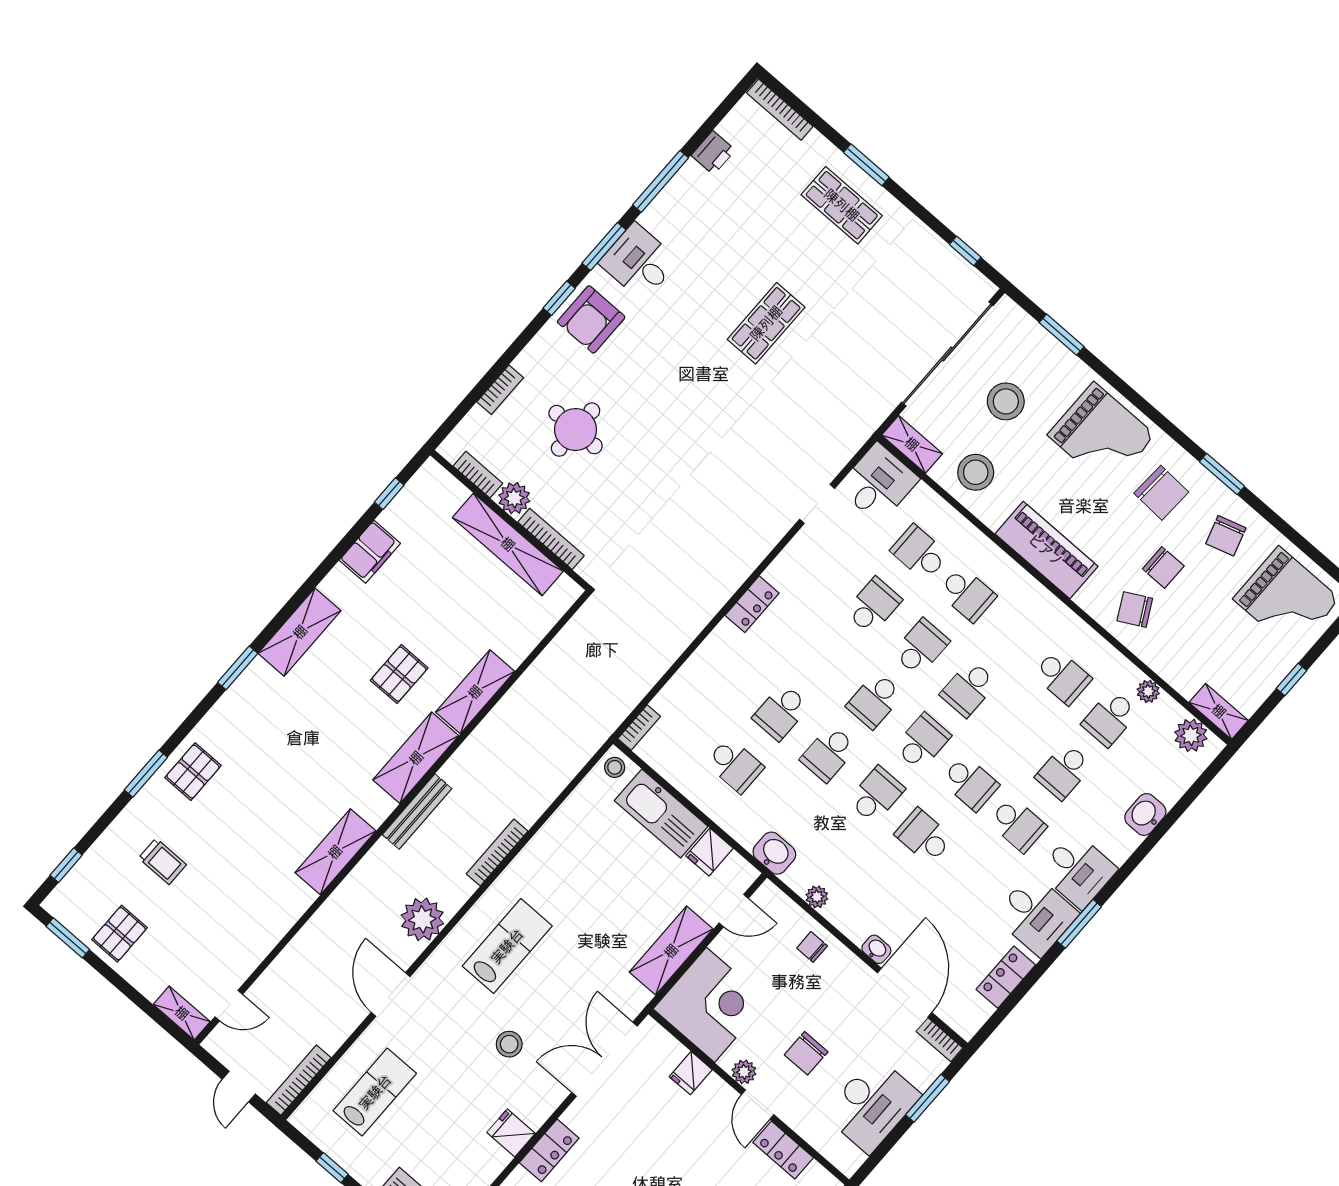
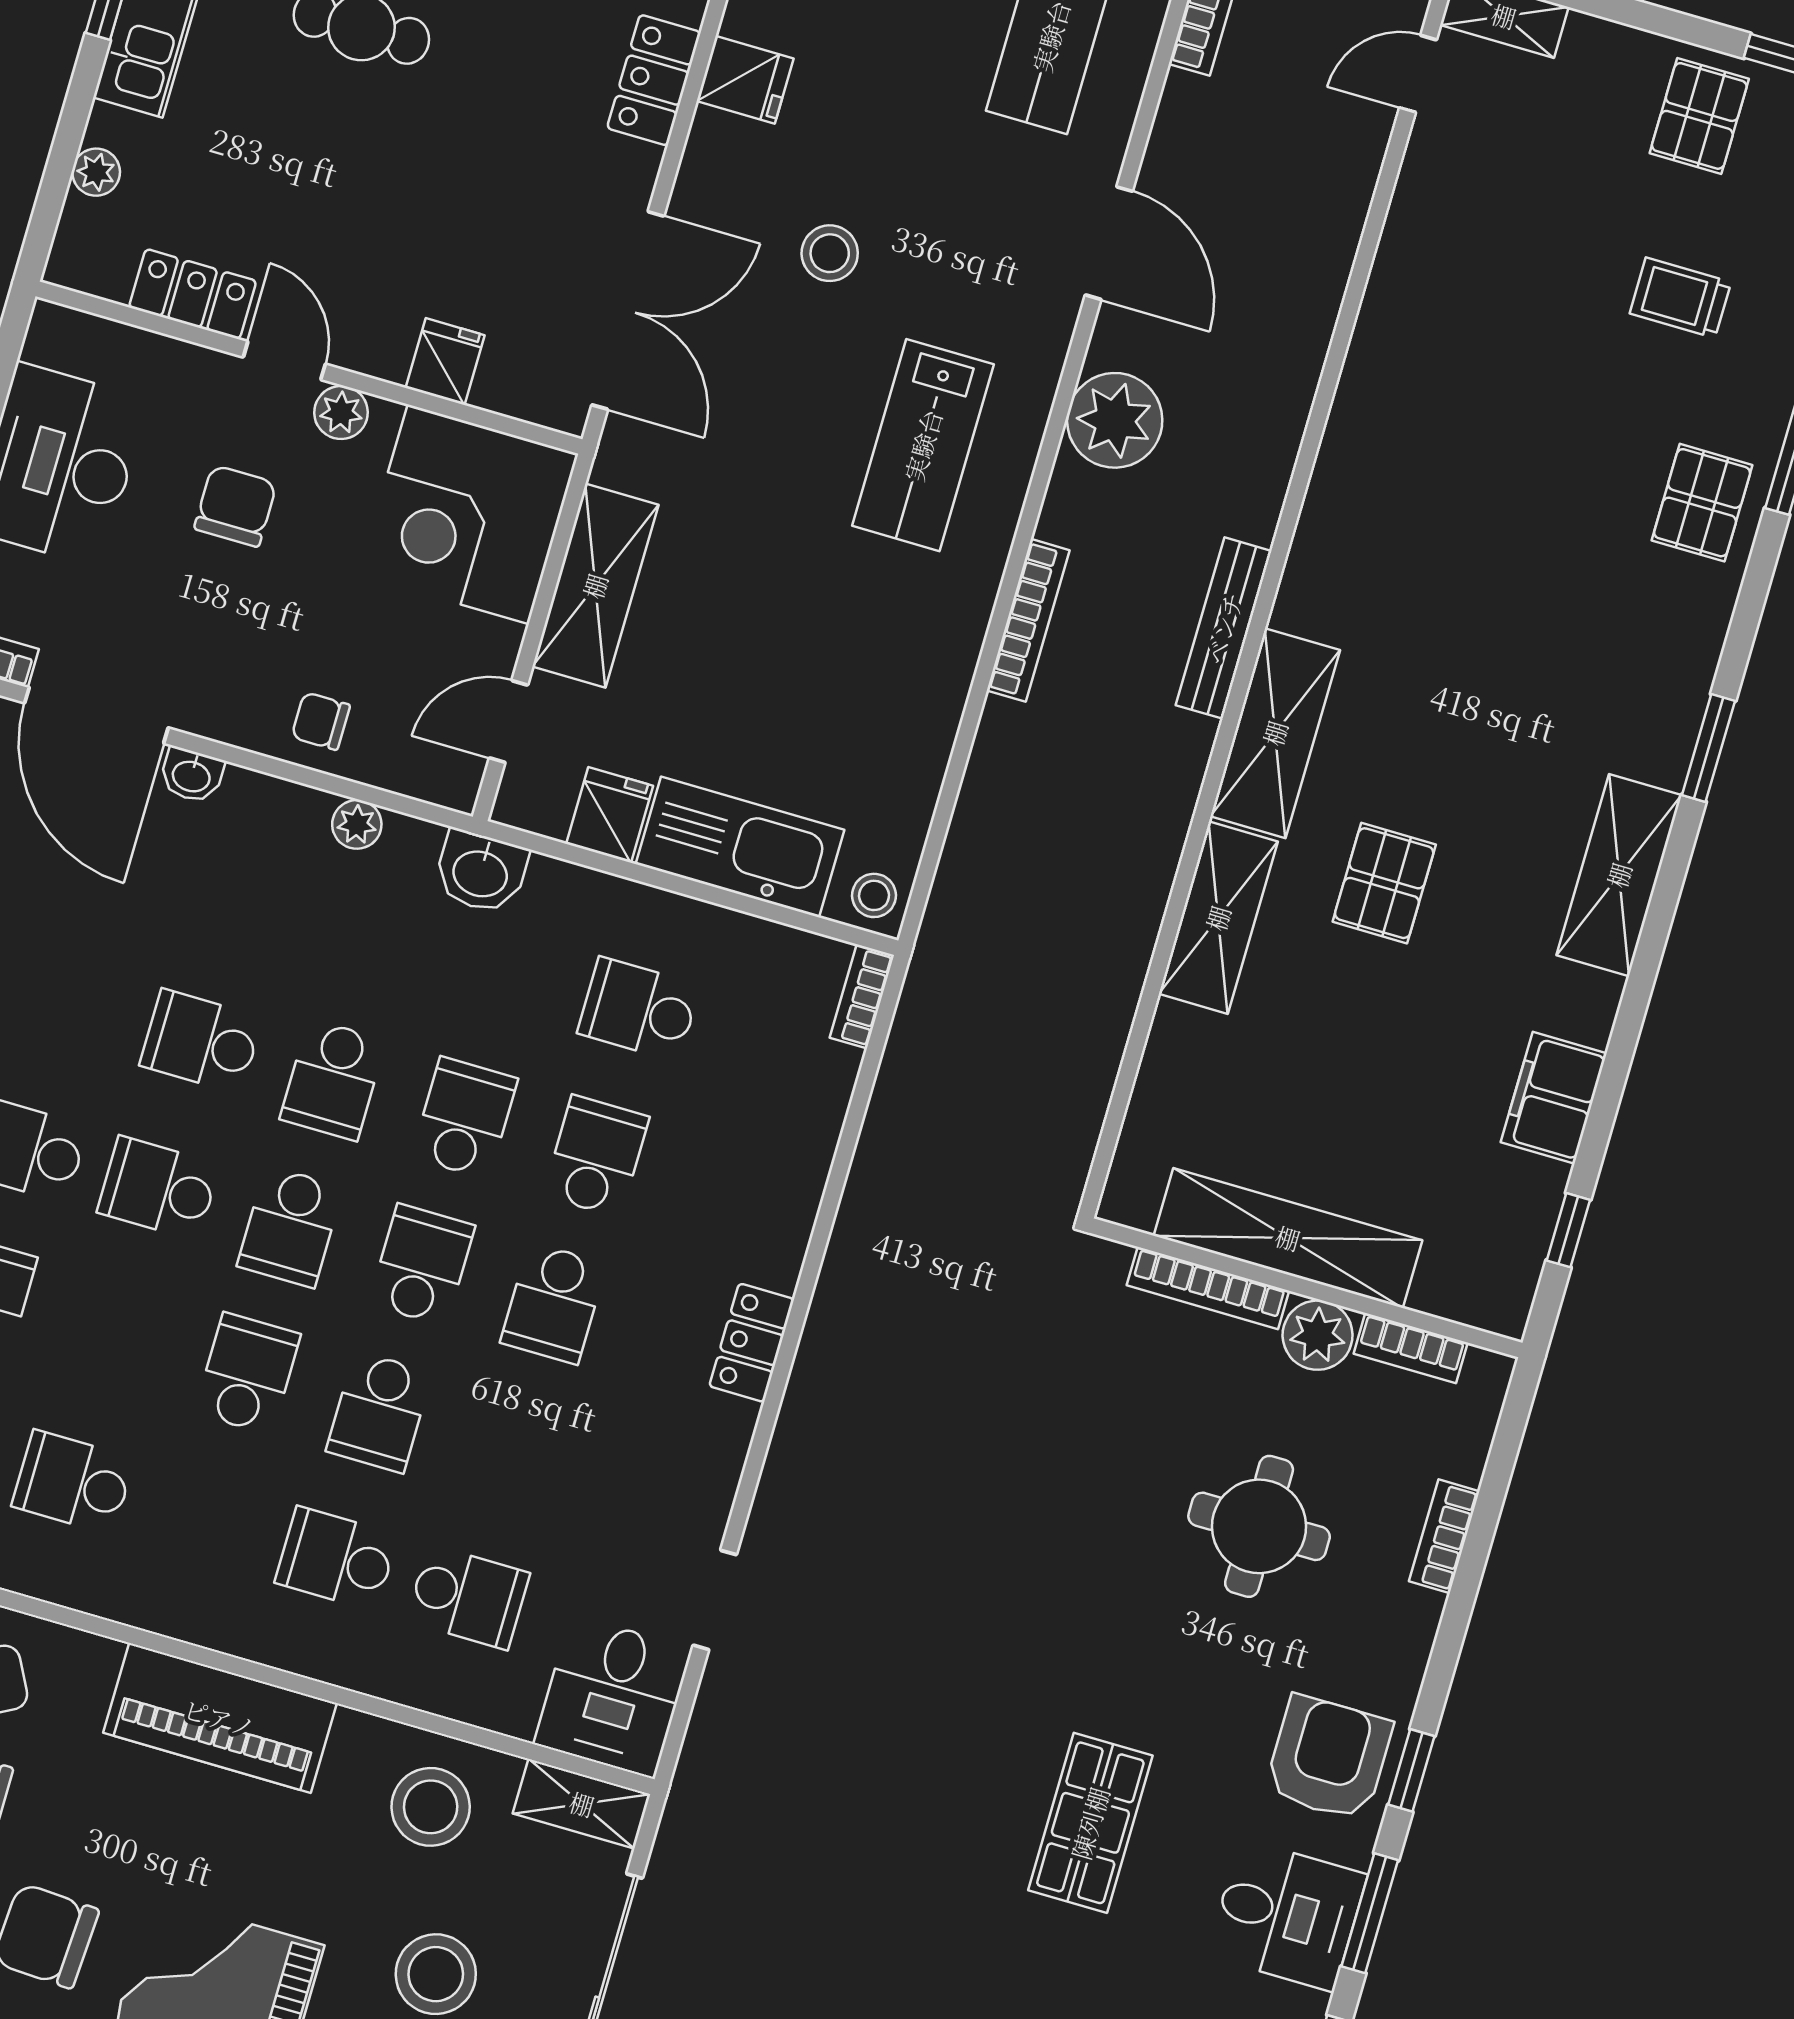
shop shelf: (766, 323) -> (1090, 1823), moved
school desk: (873, 606) -> (553, 1303), moved
school desk: (924, 836) -> (201, 1041), turned 180
shelving: (335, 852) -> (1348, 474), removed
chair: (812, 947) -> (321, 721), turned 180

